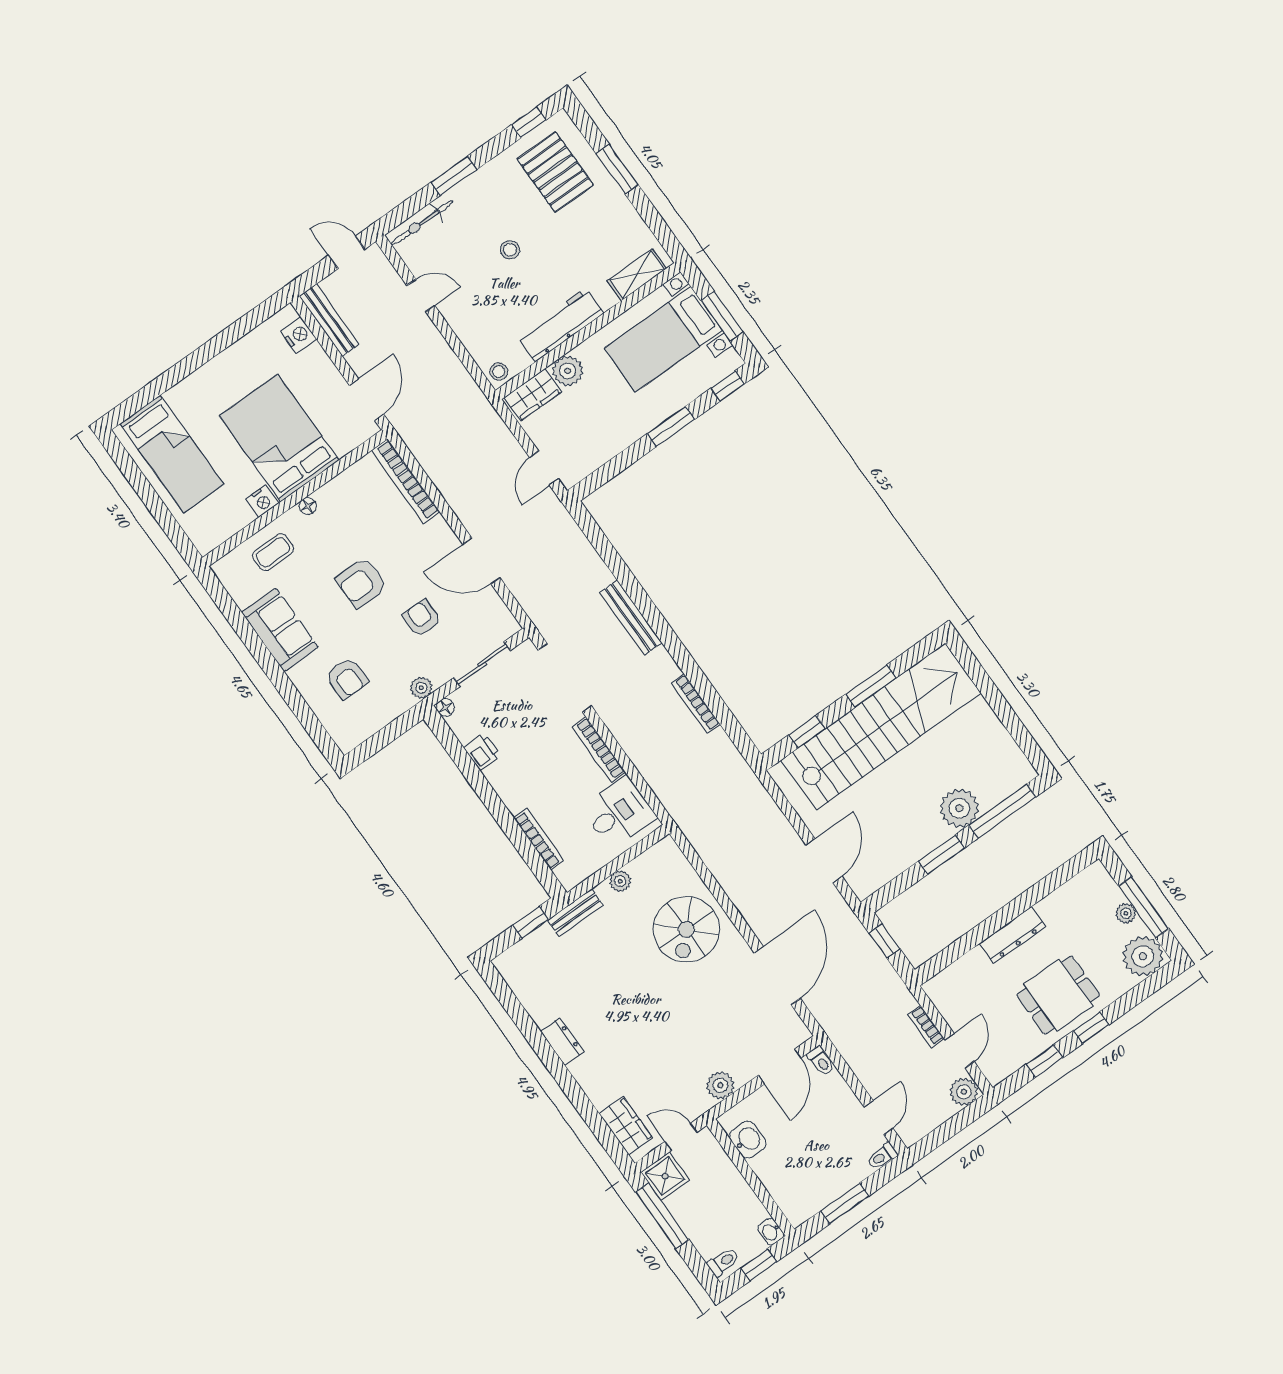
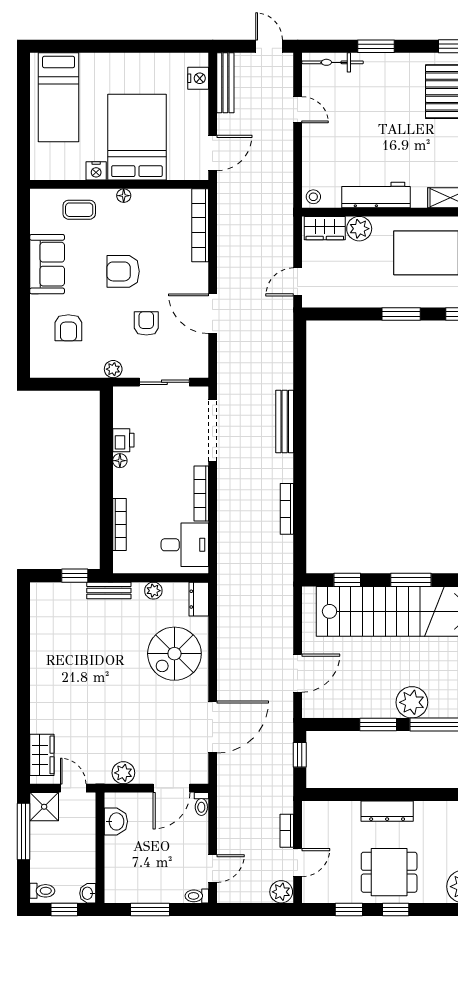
stool: (510, 250) -> (378, 122), removed
floor lamp: (445, 707) -> (120, 461), moved
dresser: (562, 1042) -> (199, 599), moved, turned 180

